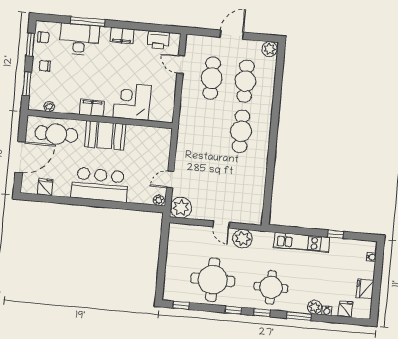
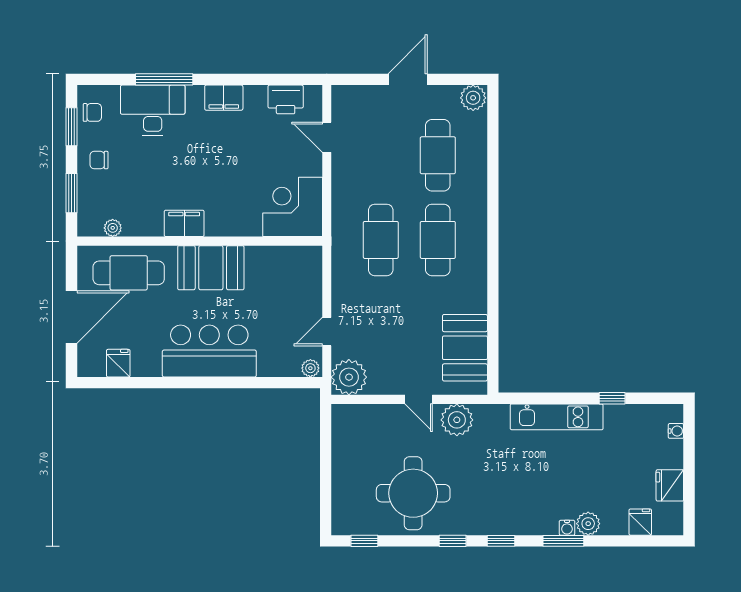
cafe table: (212, 78) -> (381, 240), moved
corner desk: (132, 102) -> (293, 207), moved
booth: (251, 196) -> (465, 348), added
round table: (271, 287) -> (512, 497), removed
water cooler: (327, 311) -> (567, 528), moved

